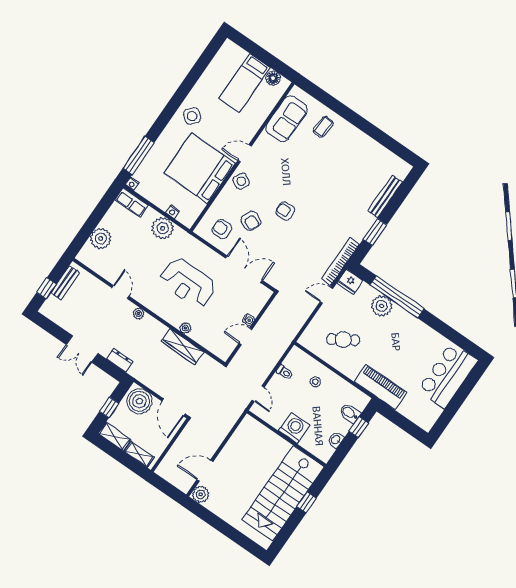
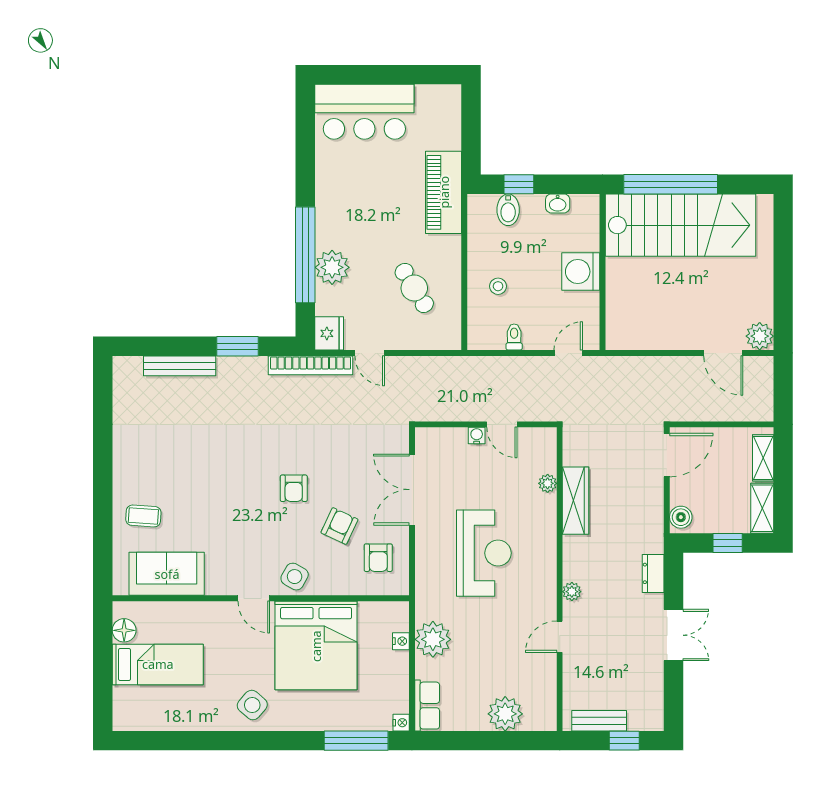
plant: (185, 328) -> (548, 483), moved
boiler: (139, 401) -> (681, 517), width x0.54, depth x0.54
window: (307, 502) -> (671, 184), width x3.17

